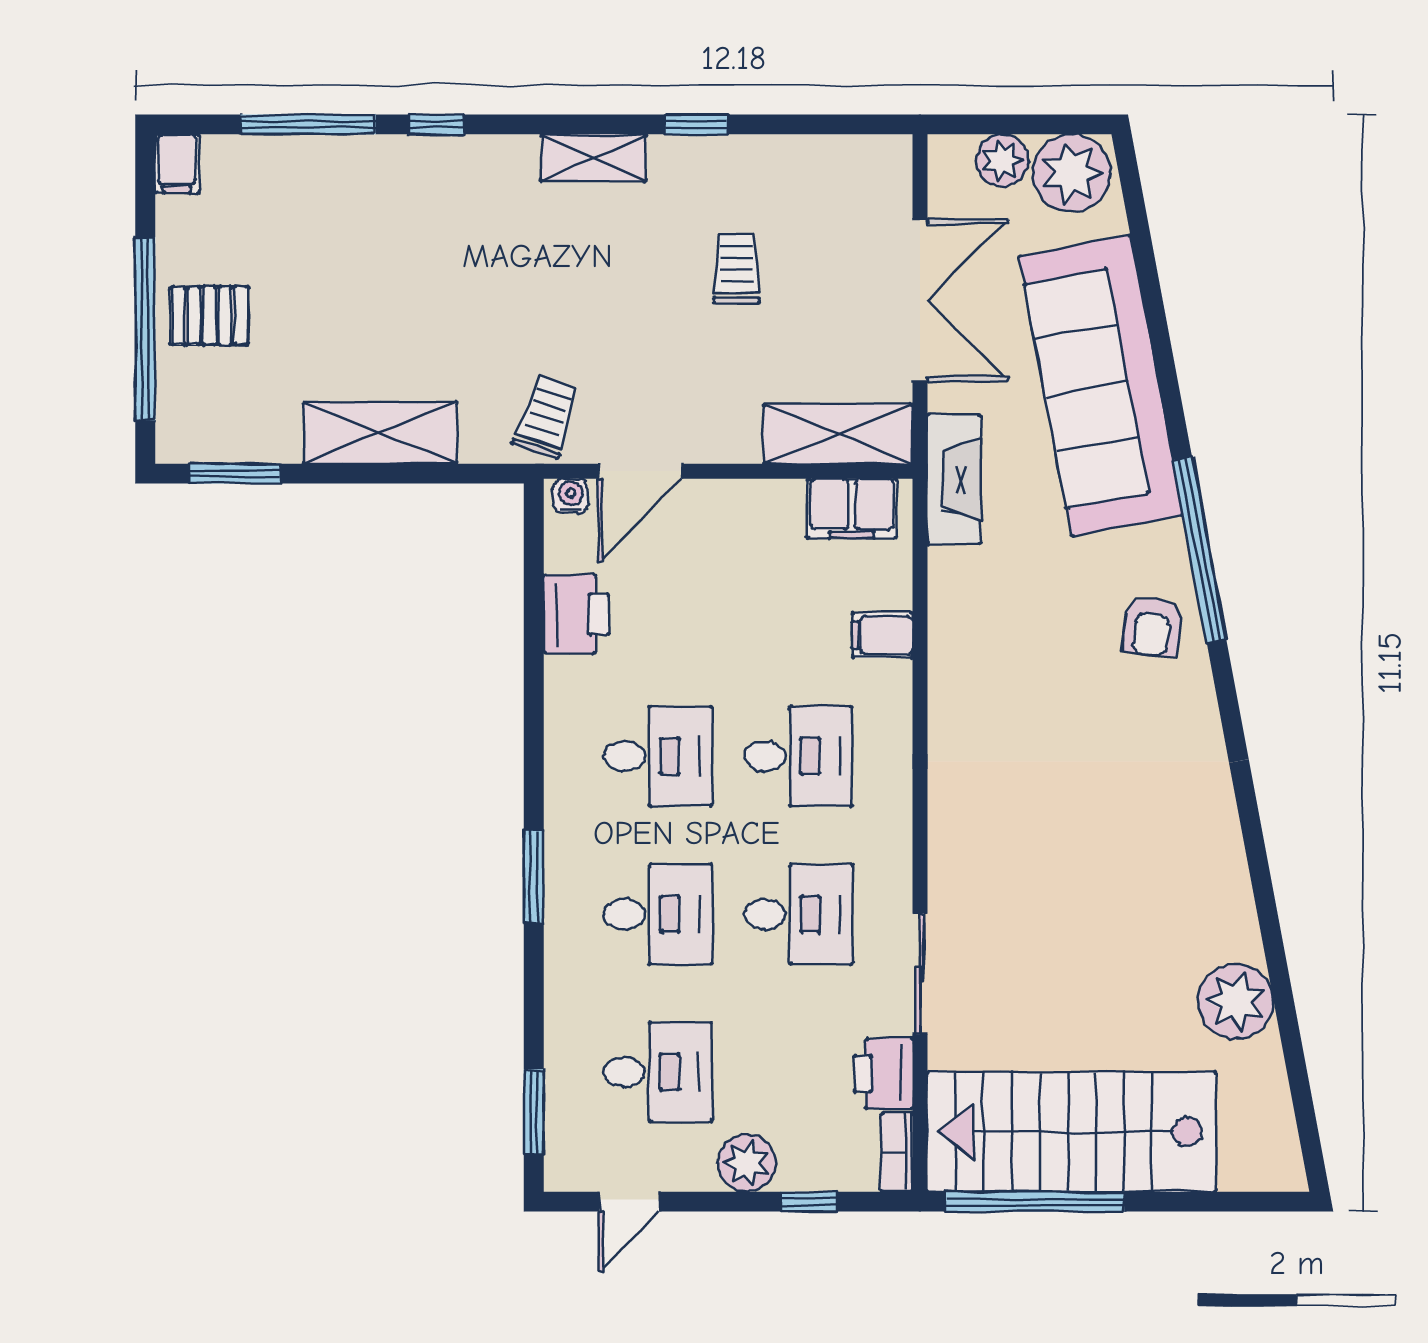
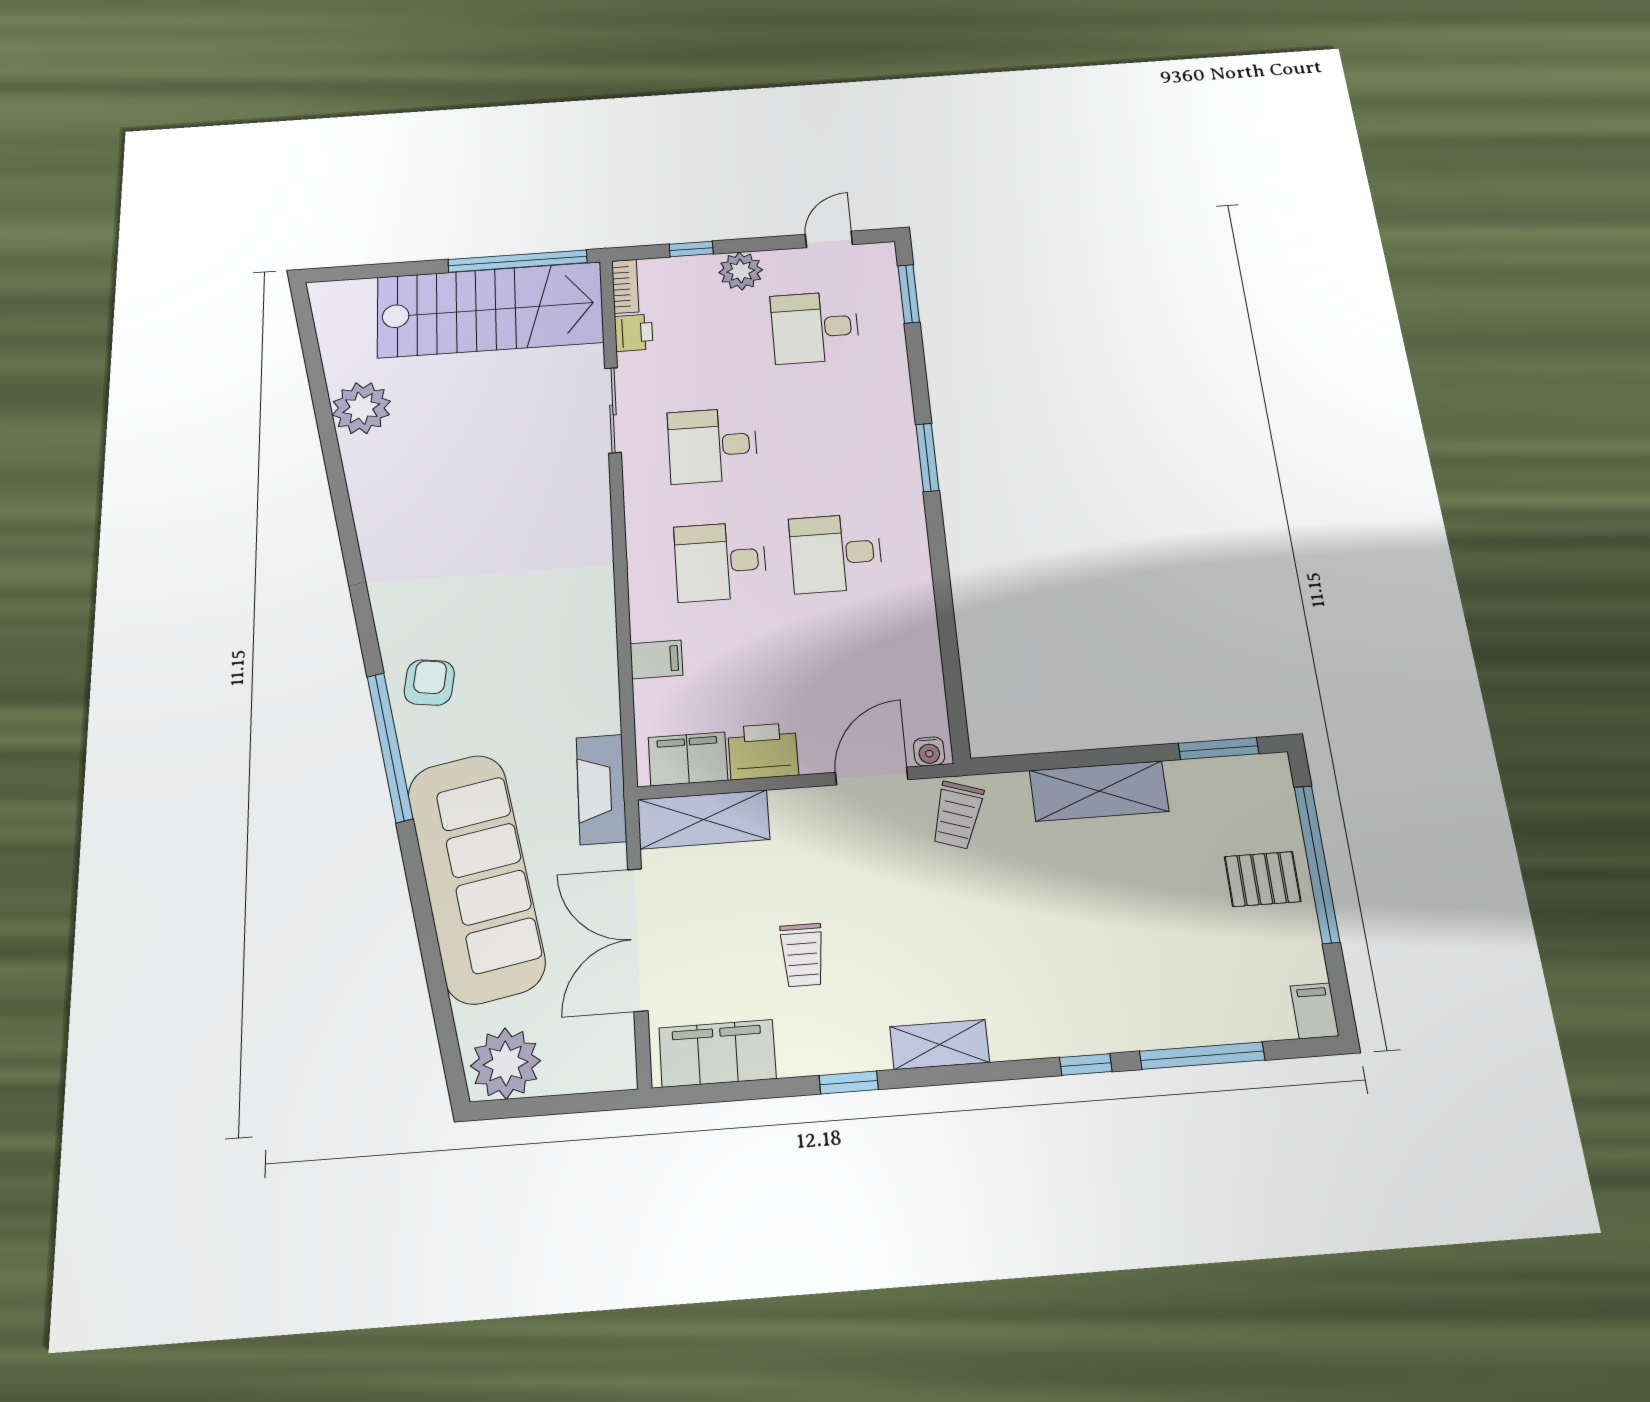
plant: (1002, 160) -> (569, 1070), removed
filing cabinet: (838, 167) -> (717, 1053), added
printer: (576, 614) -> (763, 751), moved, turned 90
desk: (658, 914) -> (825, 438), removed
printer: (883, 1074) -> (634, 333), width x0.73, depth x0.81

